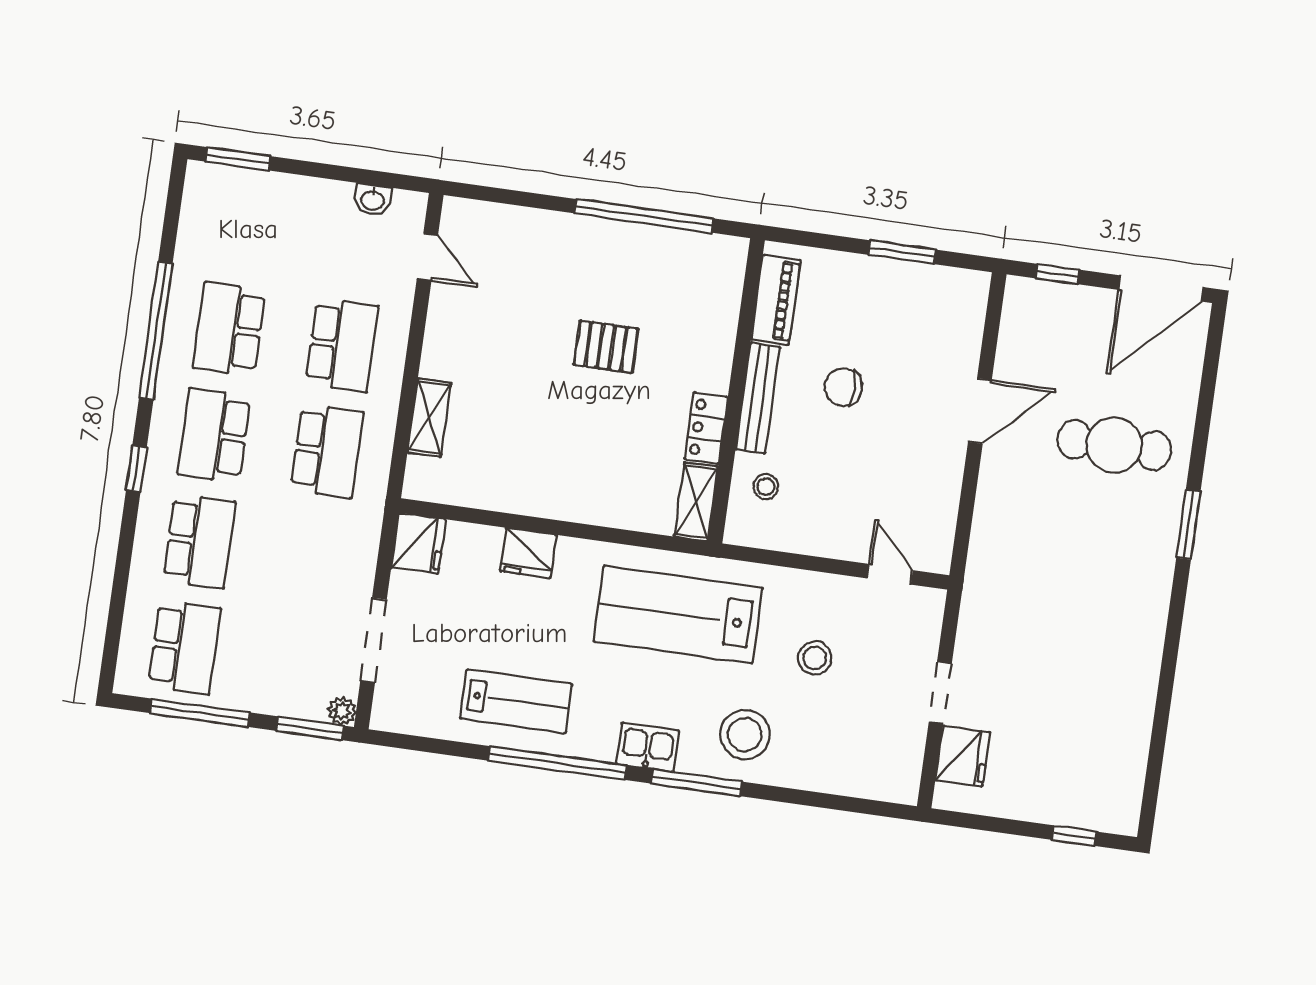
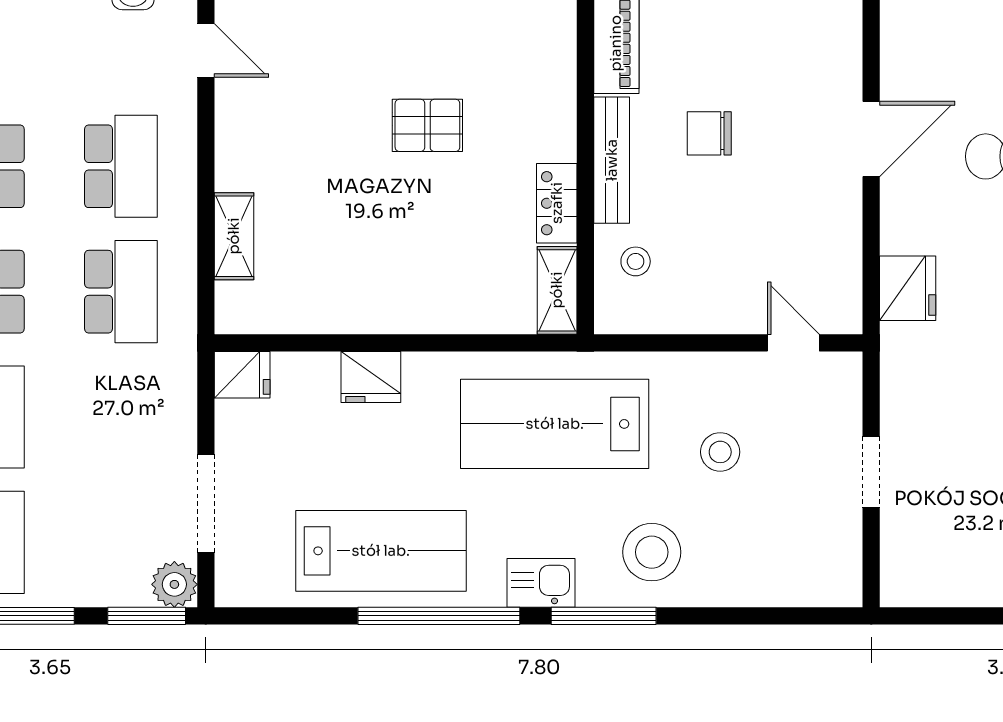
fridge: (419, 543) -> (242, 375), width x0.72
lab bench: (516, 701) -> (381, 551), width x1.36, depth x1.39
plant: (342, 711) -> (174, 584), width x1.38, depth x1.38
fridge: (963, 756) -> (908, 288), moved

